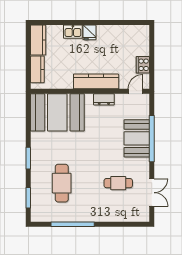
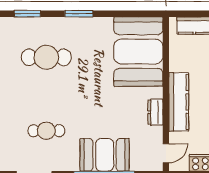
door: (135, 91) -> (166, 153), hinge flipped
cafe table: (118, 183) -> (46, 131), turned 90

